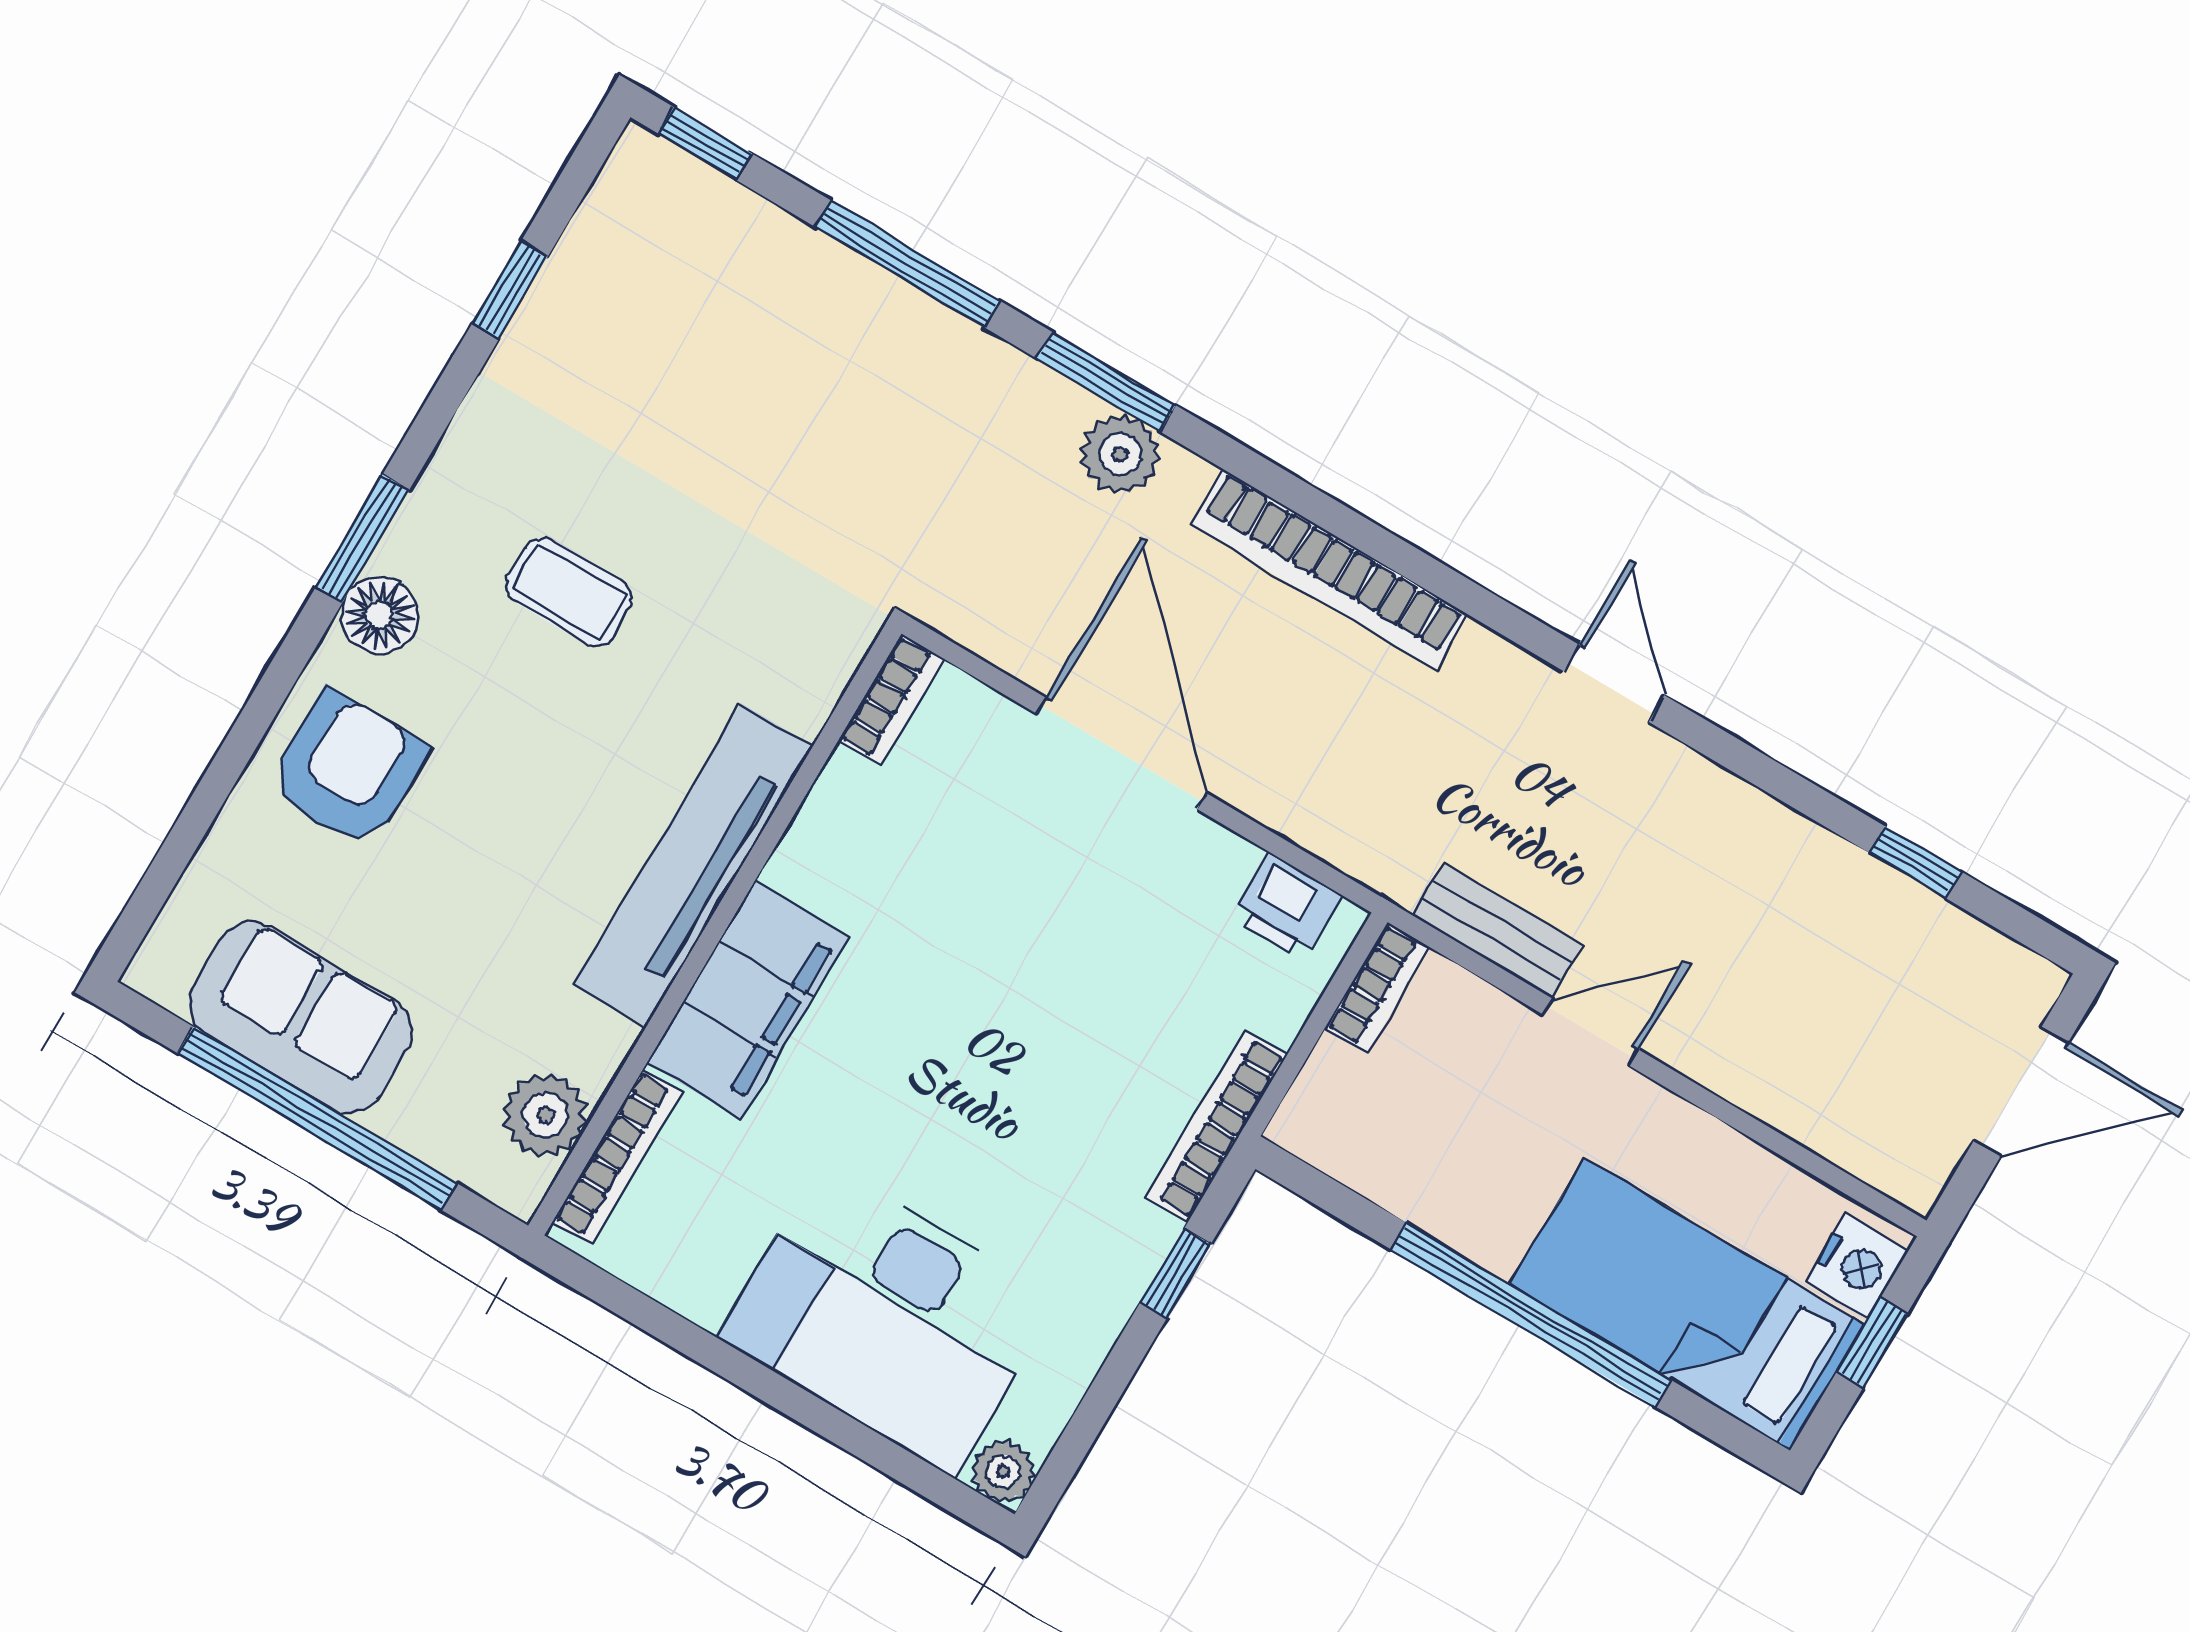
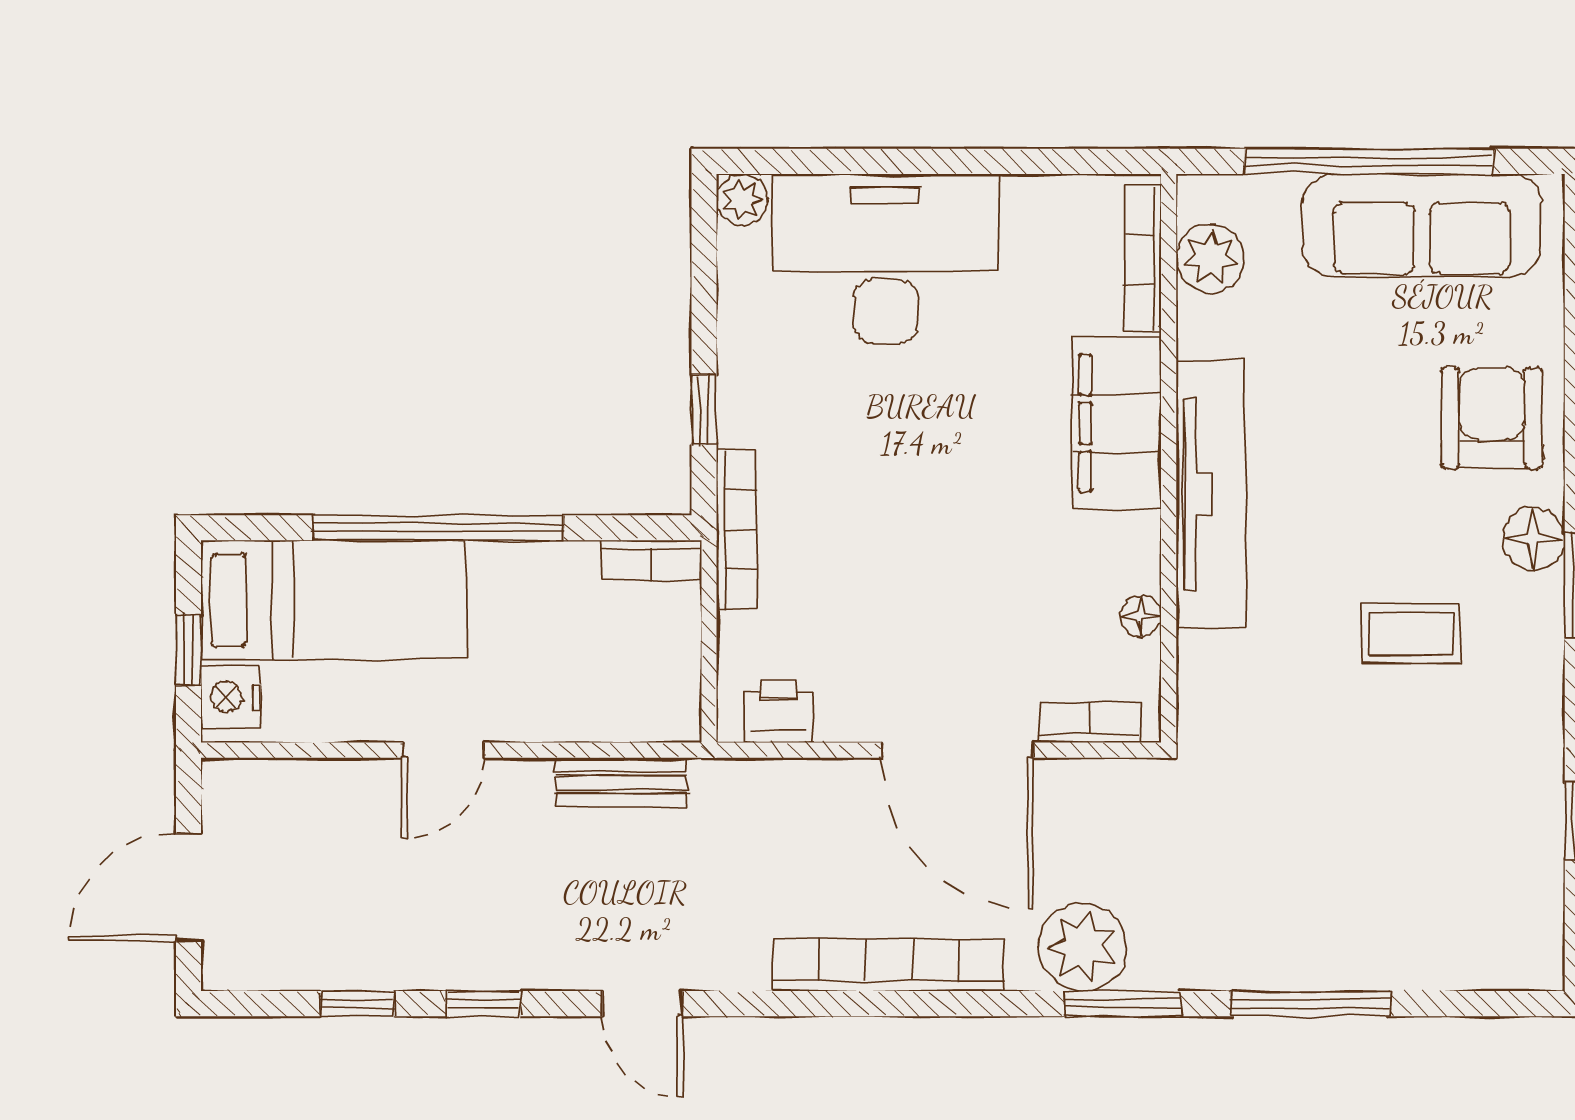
window: (705, 144) -> (484, 1004), moved
plant: (1120, 454) -> (1083, 947), width x1.36, depth x1.36
bookcase: (891, 699) -> (1090, 723), moved, turned 90
armchair: (348, 769) -> (1492, 418), turned 180
floor lamp: (844, 780) -> (1141, 616), added
bookcase: (1377, 988) -> (651, 560), moved, turned -90
sofa: (300, 1018) -> (1422, 225), width x1.36
door: (1591, 1032) -> (443, 750), moved

